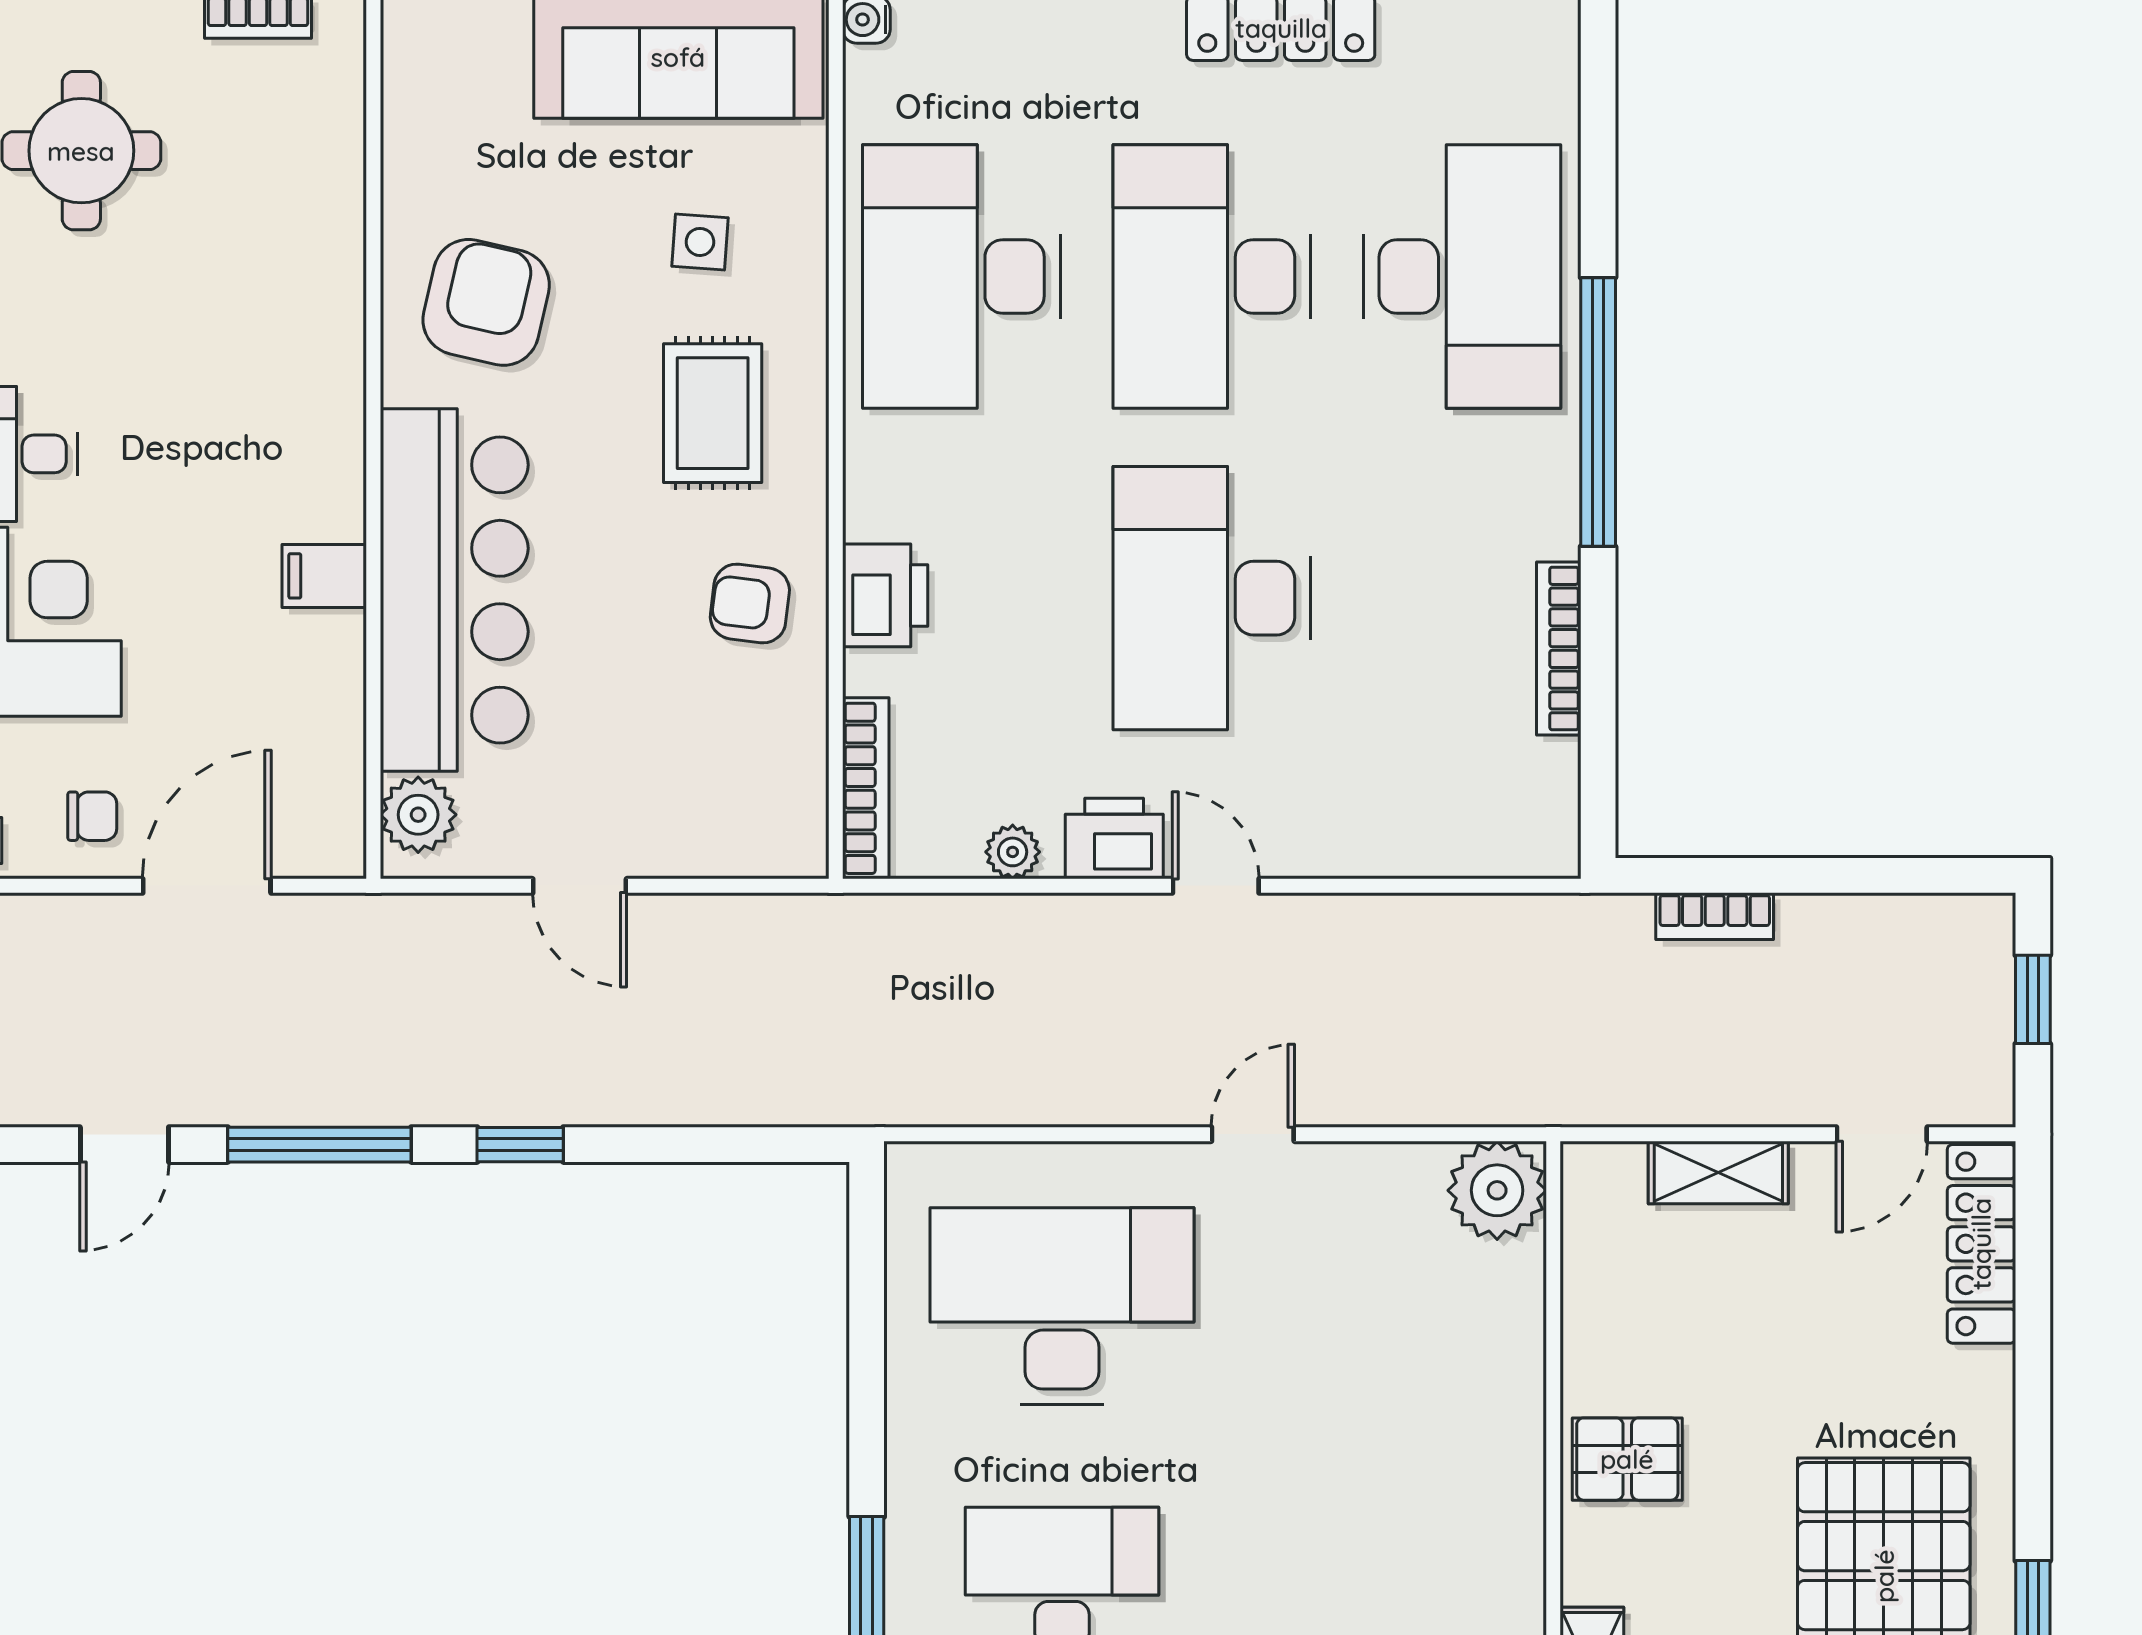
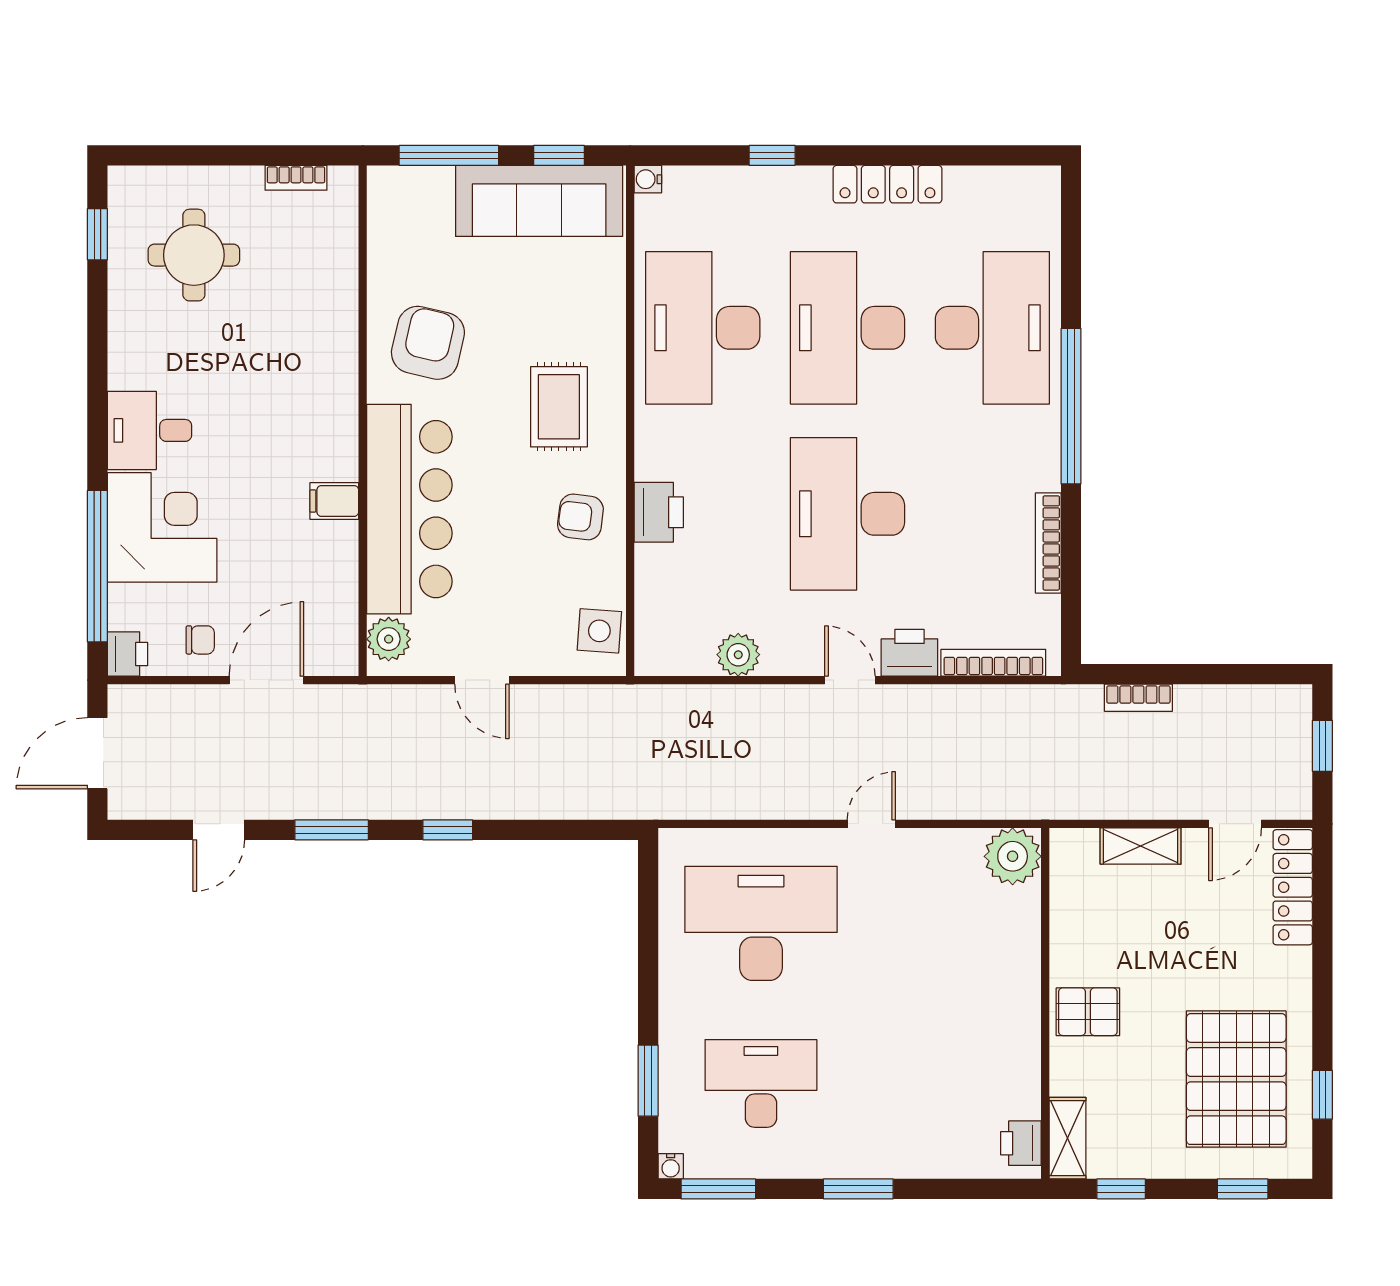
side table: (700, 242) -> (599, 631), moved, width x1.37, depth x1.37
bookcase: (866, 788) -> (993, 663), moved, turned -90
printer: (1114, 838) -> (909, 653), moved
plant: (1013, 852) -> (738, 655), width x1.38, depth x1.38
window: (319, 1145) -> (332, 830), width x0.69

